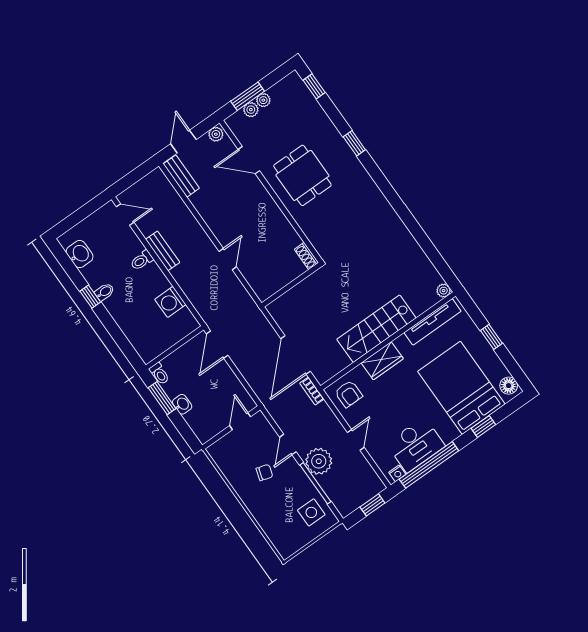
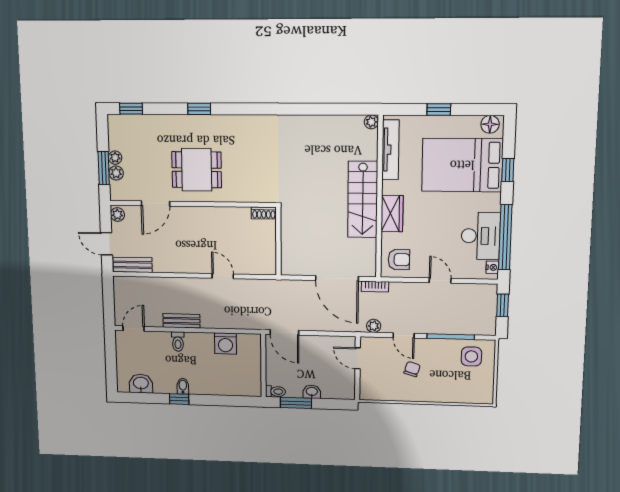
plant: (319, 461) -> (374, 326), moved, width x0.53, depth x0.53

